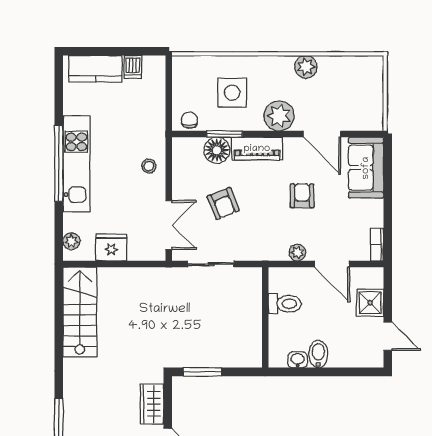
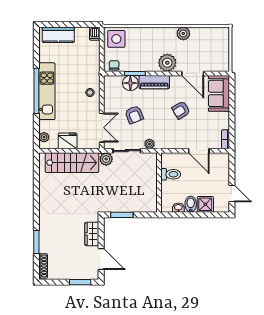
dishwasher: (133, 67) -> (95, 34), moved
side table: (232, 93) -> (116, 39), moved
armchair: (302, 196) -> (181, 110), turned -121
plant: (297, 253) -> (149, 144), moved
plant: (176, 278) -> (106, 159), added
shower: (370, 303) -> (205, 204), moved
stairs: (80, 312) -> (72, 163), moved, turned 90

